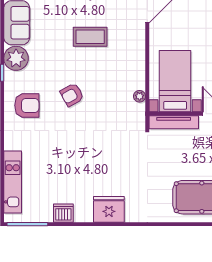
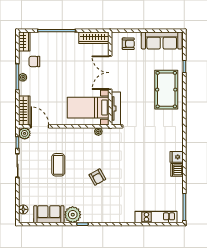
armchair: (27, 105) -> (105, 207), removed
fridge: (109, 209) -> (177, 157), width x0.53, depth x0.75
dishwasher: (63, 213) -> (177, 170), moved

